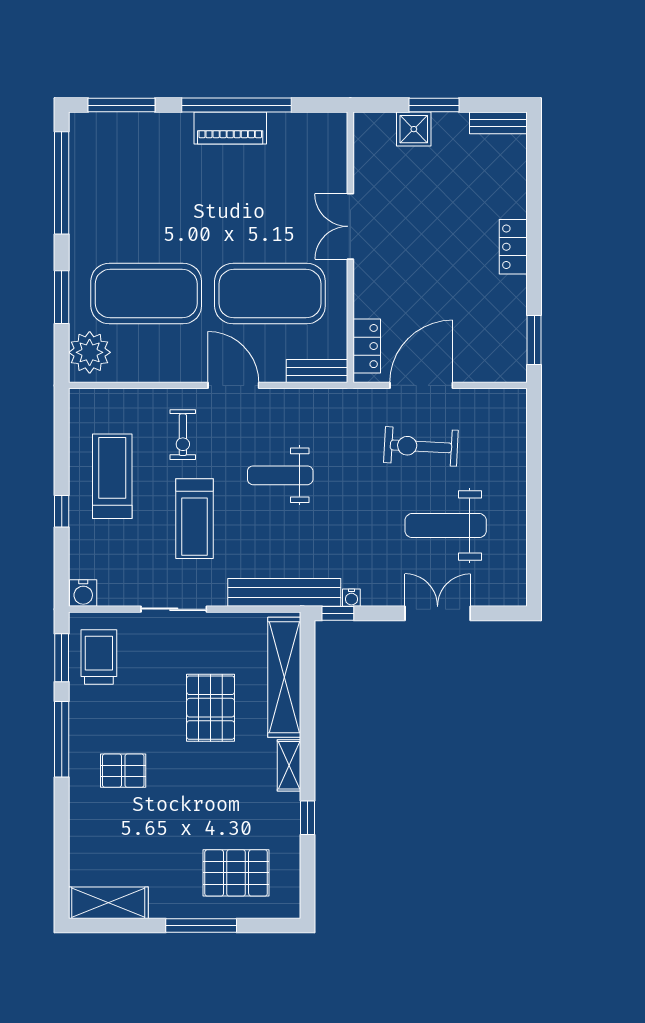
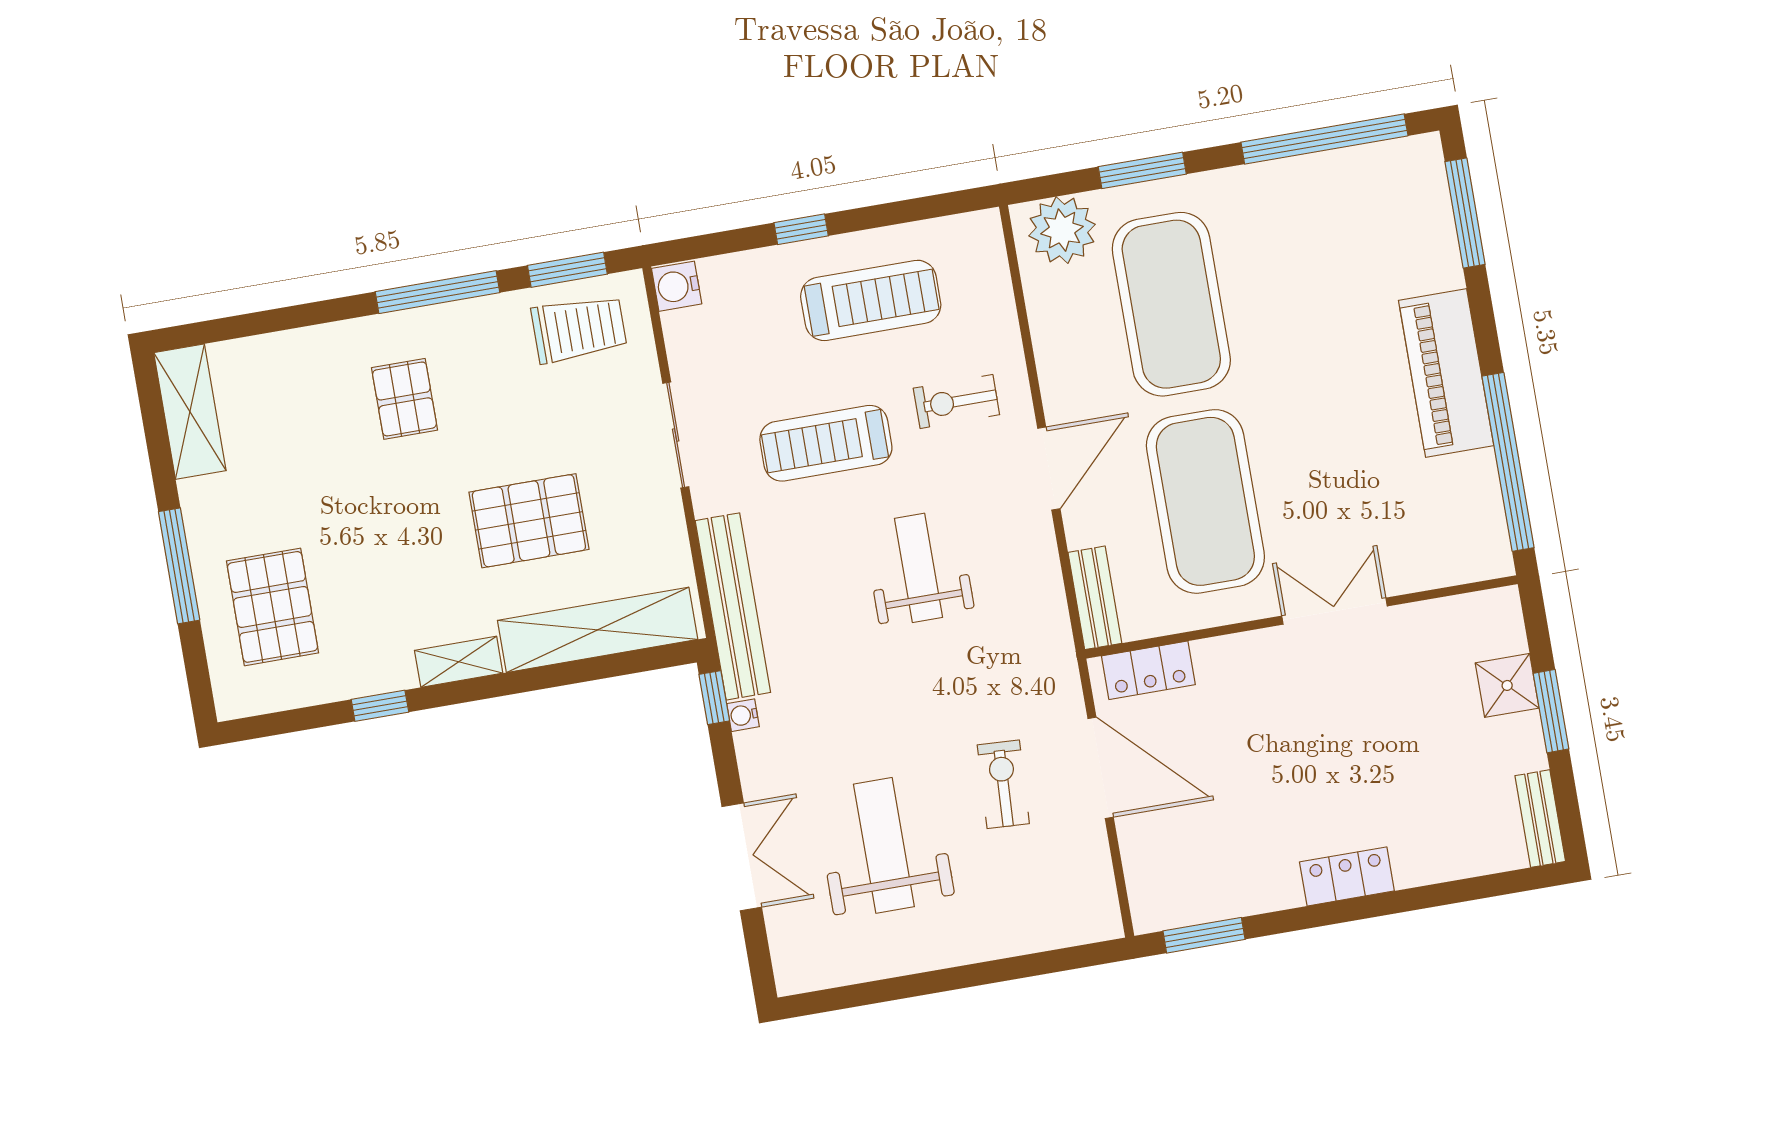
window: (236, 105) -> (1508, 462), moved
piano: (230, 128) -> (1446, 373), width x1.37, depth x1.33
exercise bike: (421, 446) -> (1003, 784), width x0.73, depth x0.72

